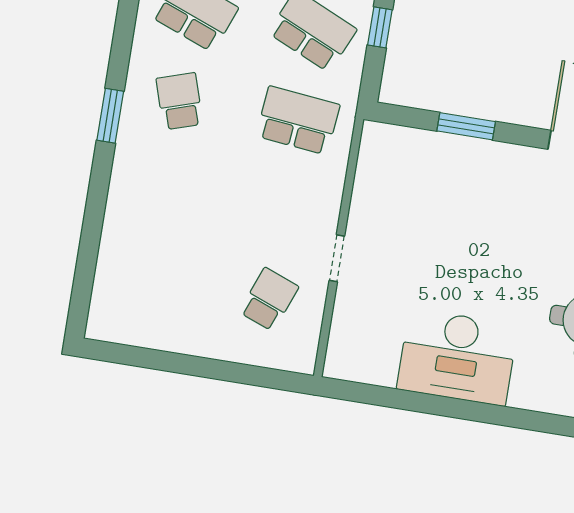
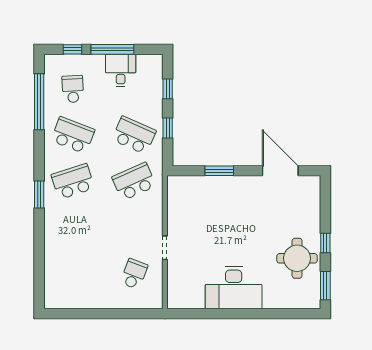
school desk: (180, 101) -> (73, 181), width x1.85
school desk: (298, 120) -> (134, 181), turned -30

